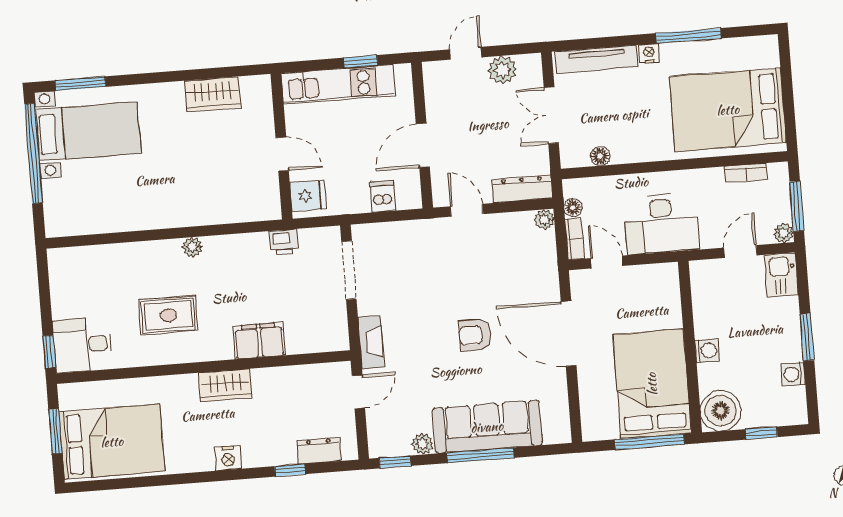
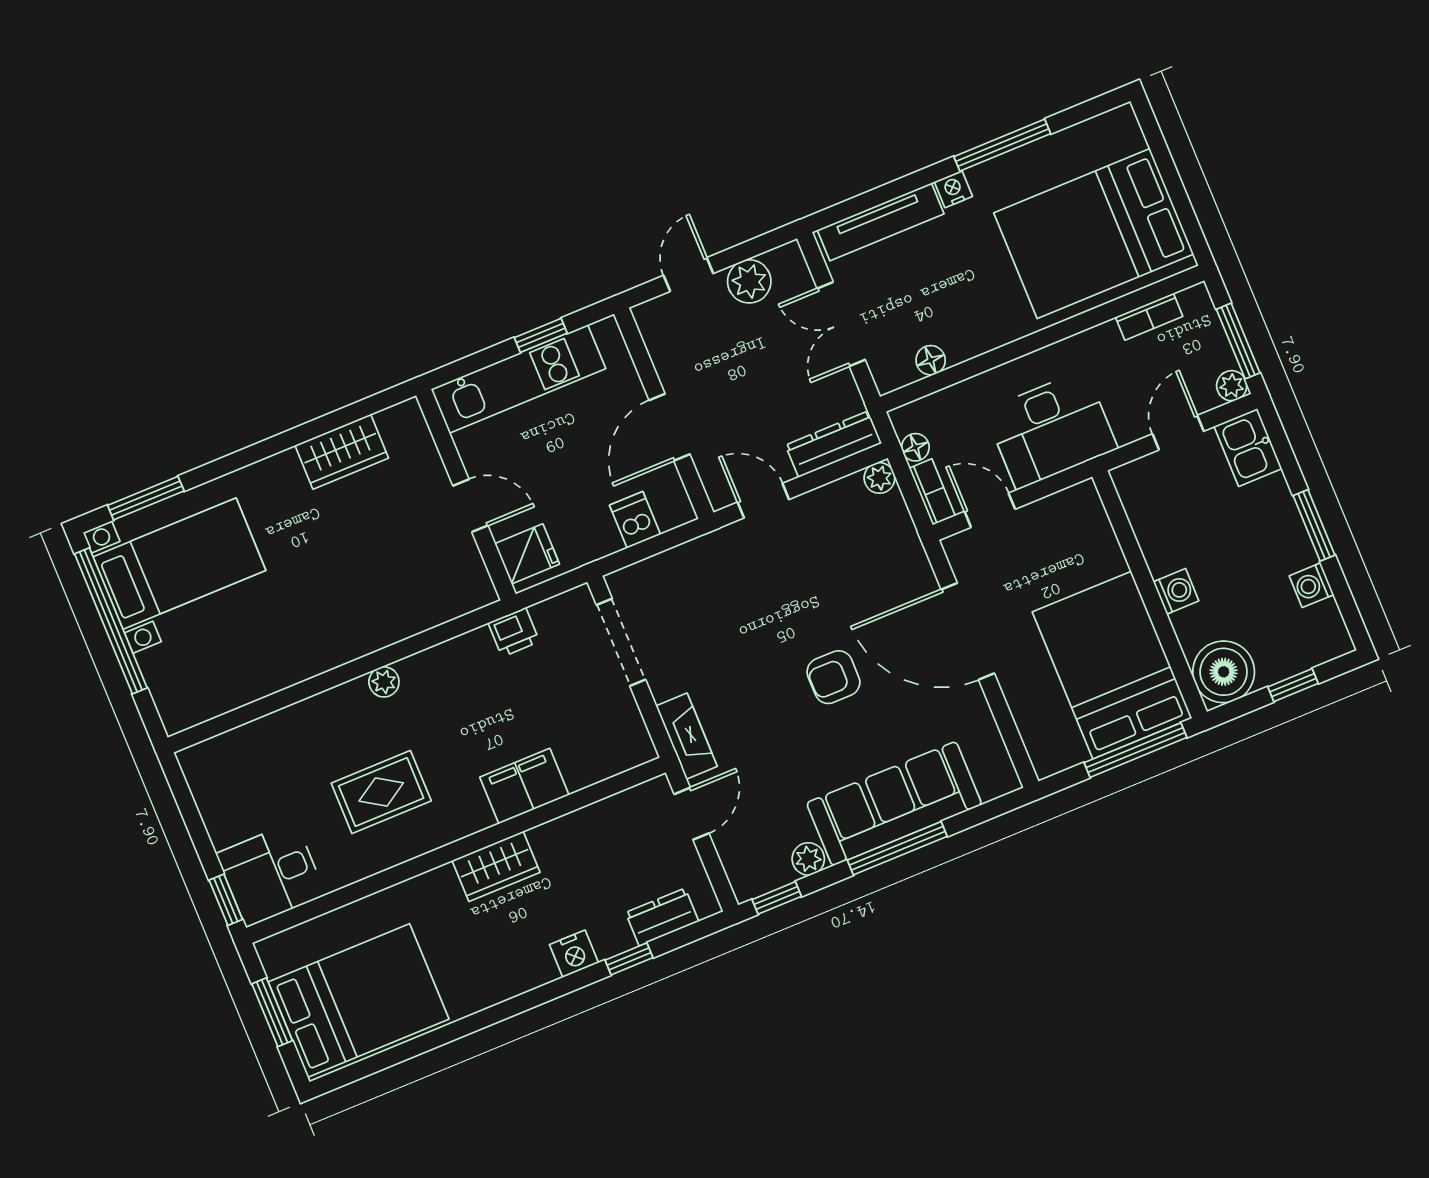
nightstand: (228, 458) -> (574, 954), moved

